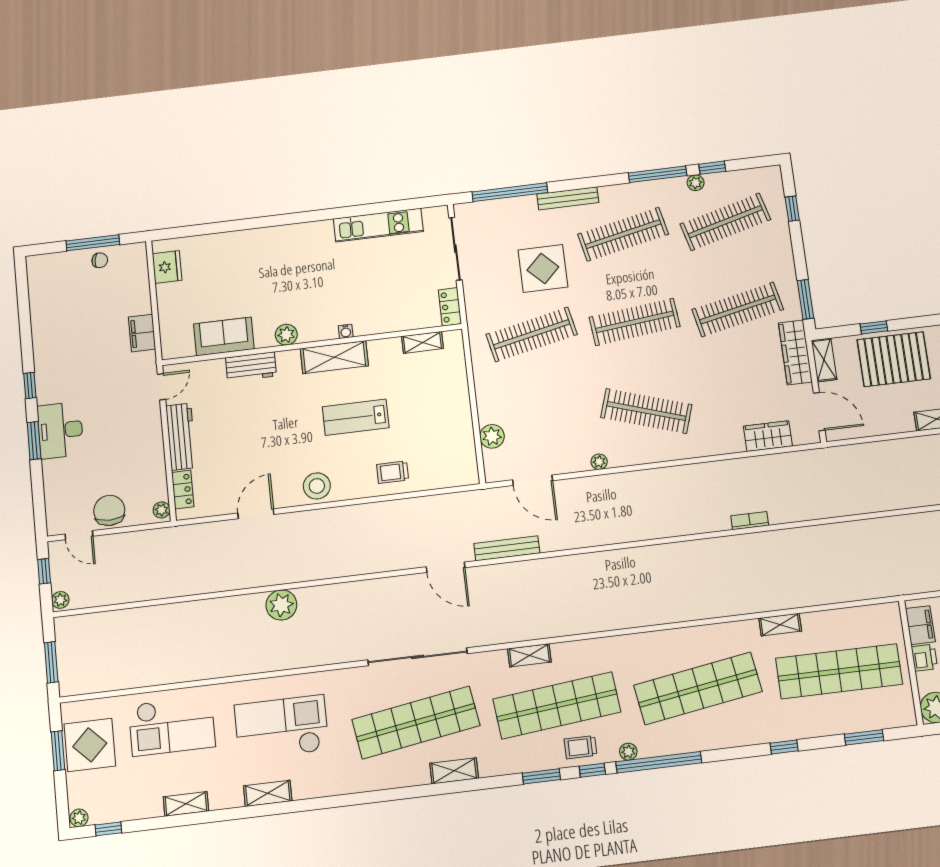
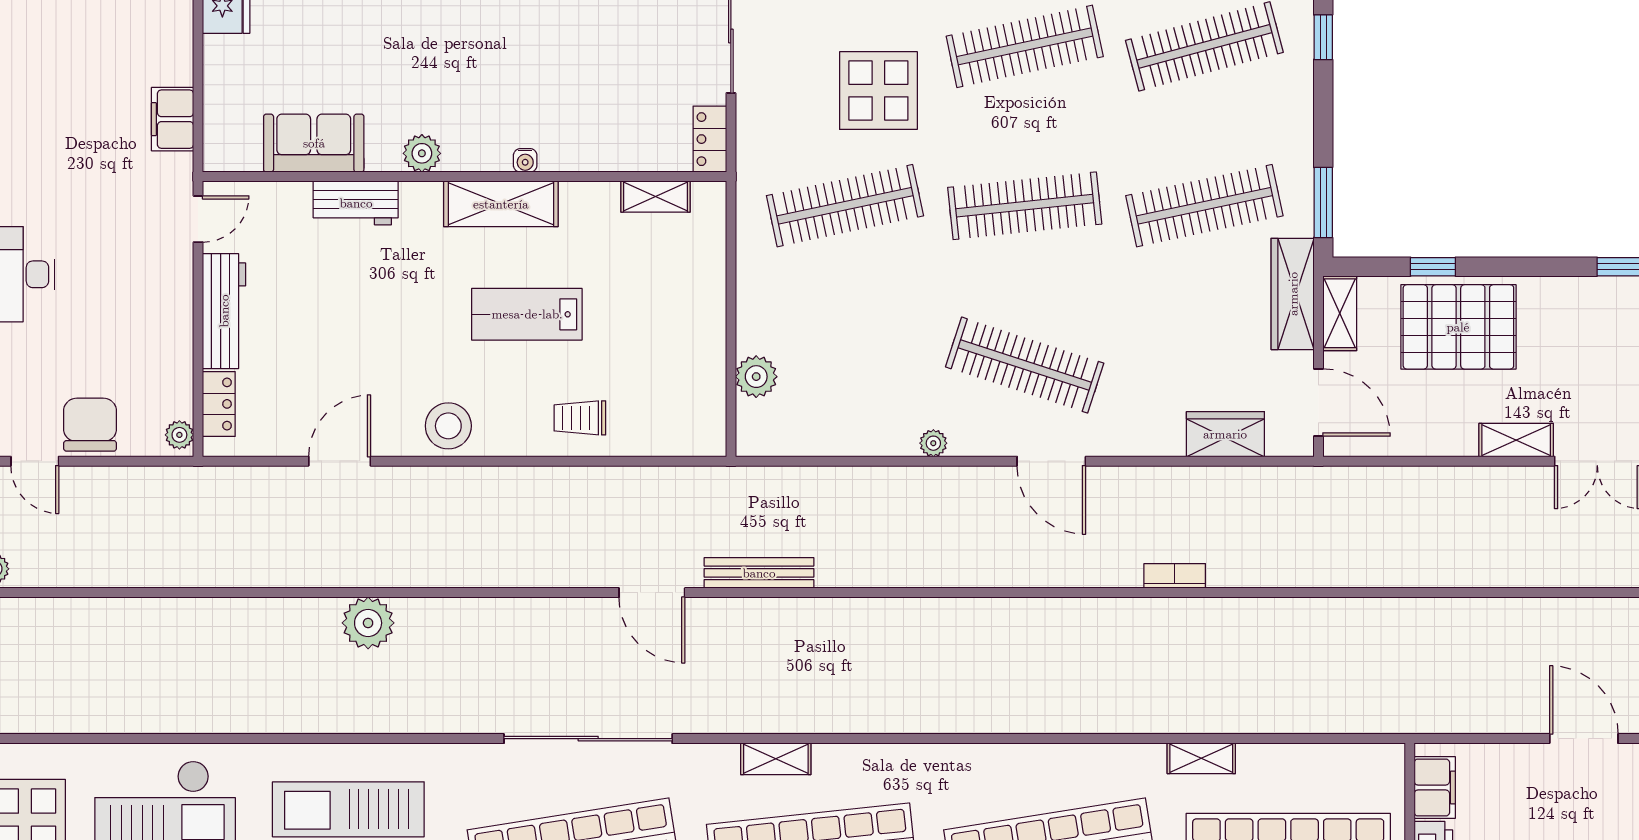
door: (533, 480) -> (1051, 461), moved

